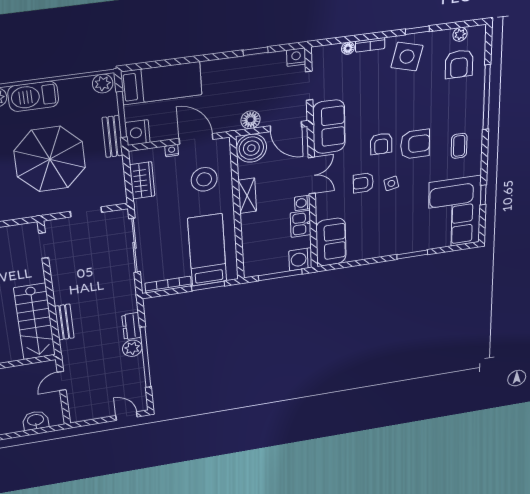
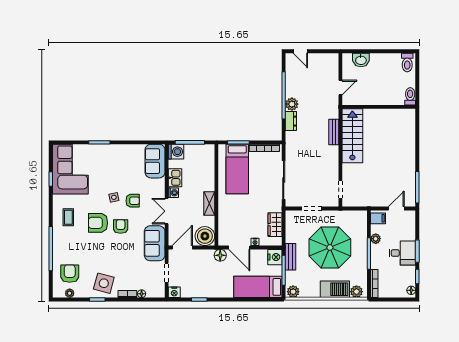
floor lamp: (251, 120) -> (220, 255), moved
door: (286, 126) -> (182, 247), hinge flipped
stool: (204, 179) -> (236, 219), removed

